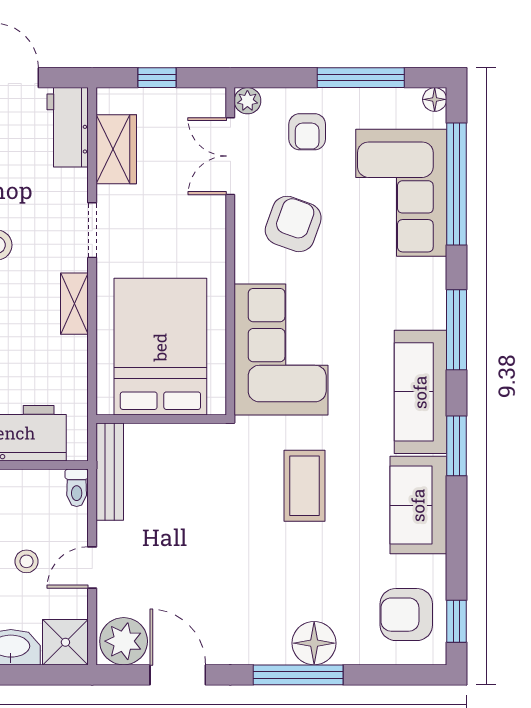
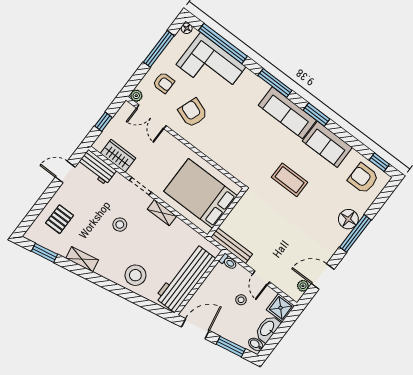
corner sofa: (281, 349) -> (234, 151), removed
armchair: (406, 615) -> (363, 178), turned 90
plant: (124, 641) -> (303, 286), width x0.53, depth x0.53

